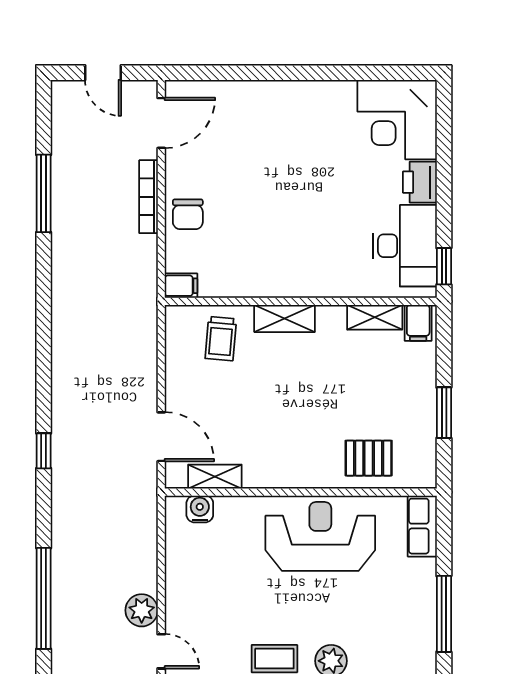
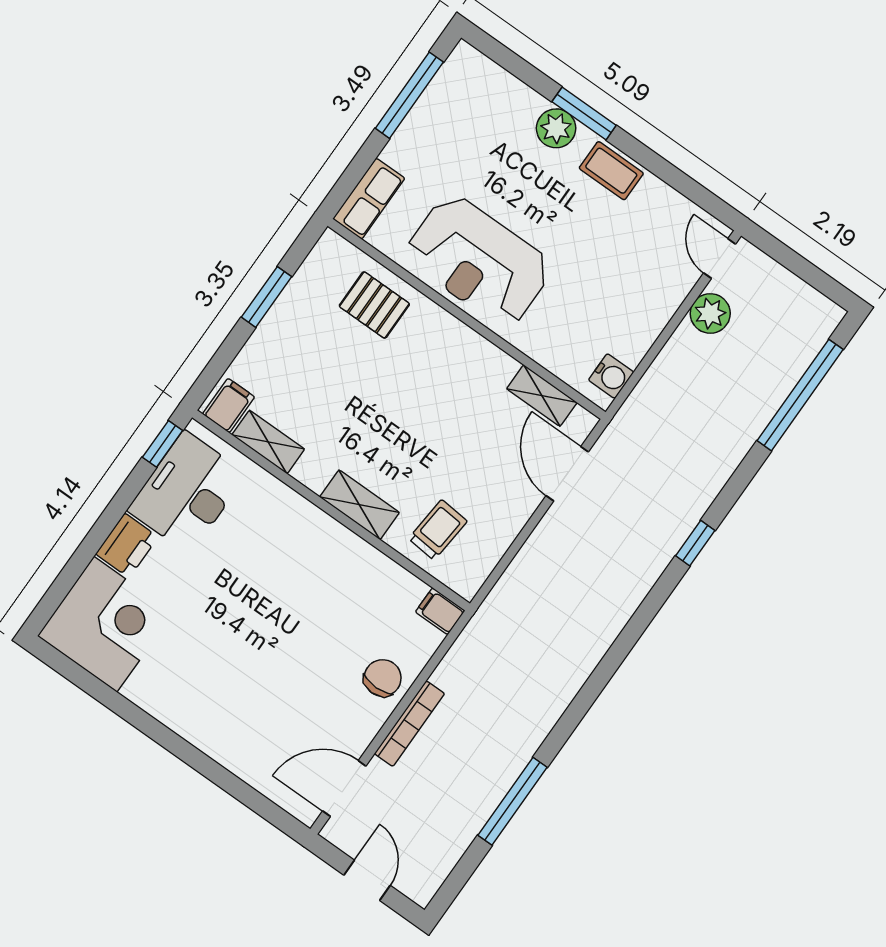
water cooler: (200, 509) -> (611, 376), moved, turned -90

